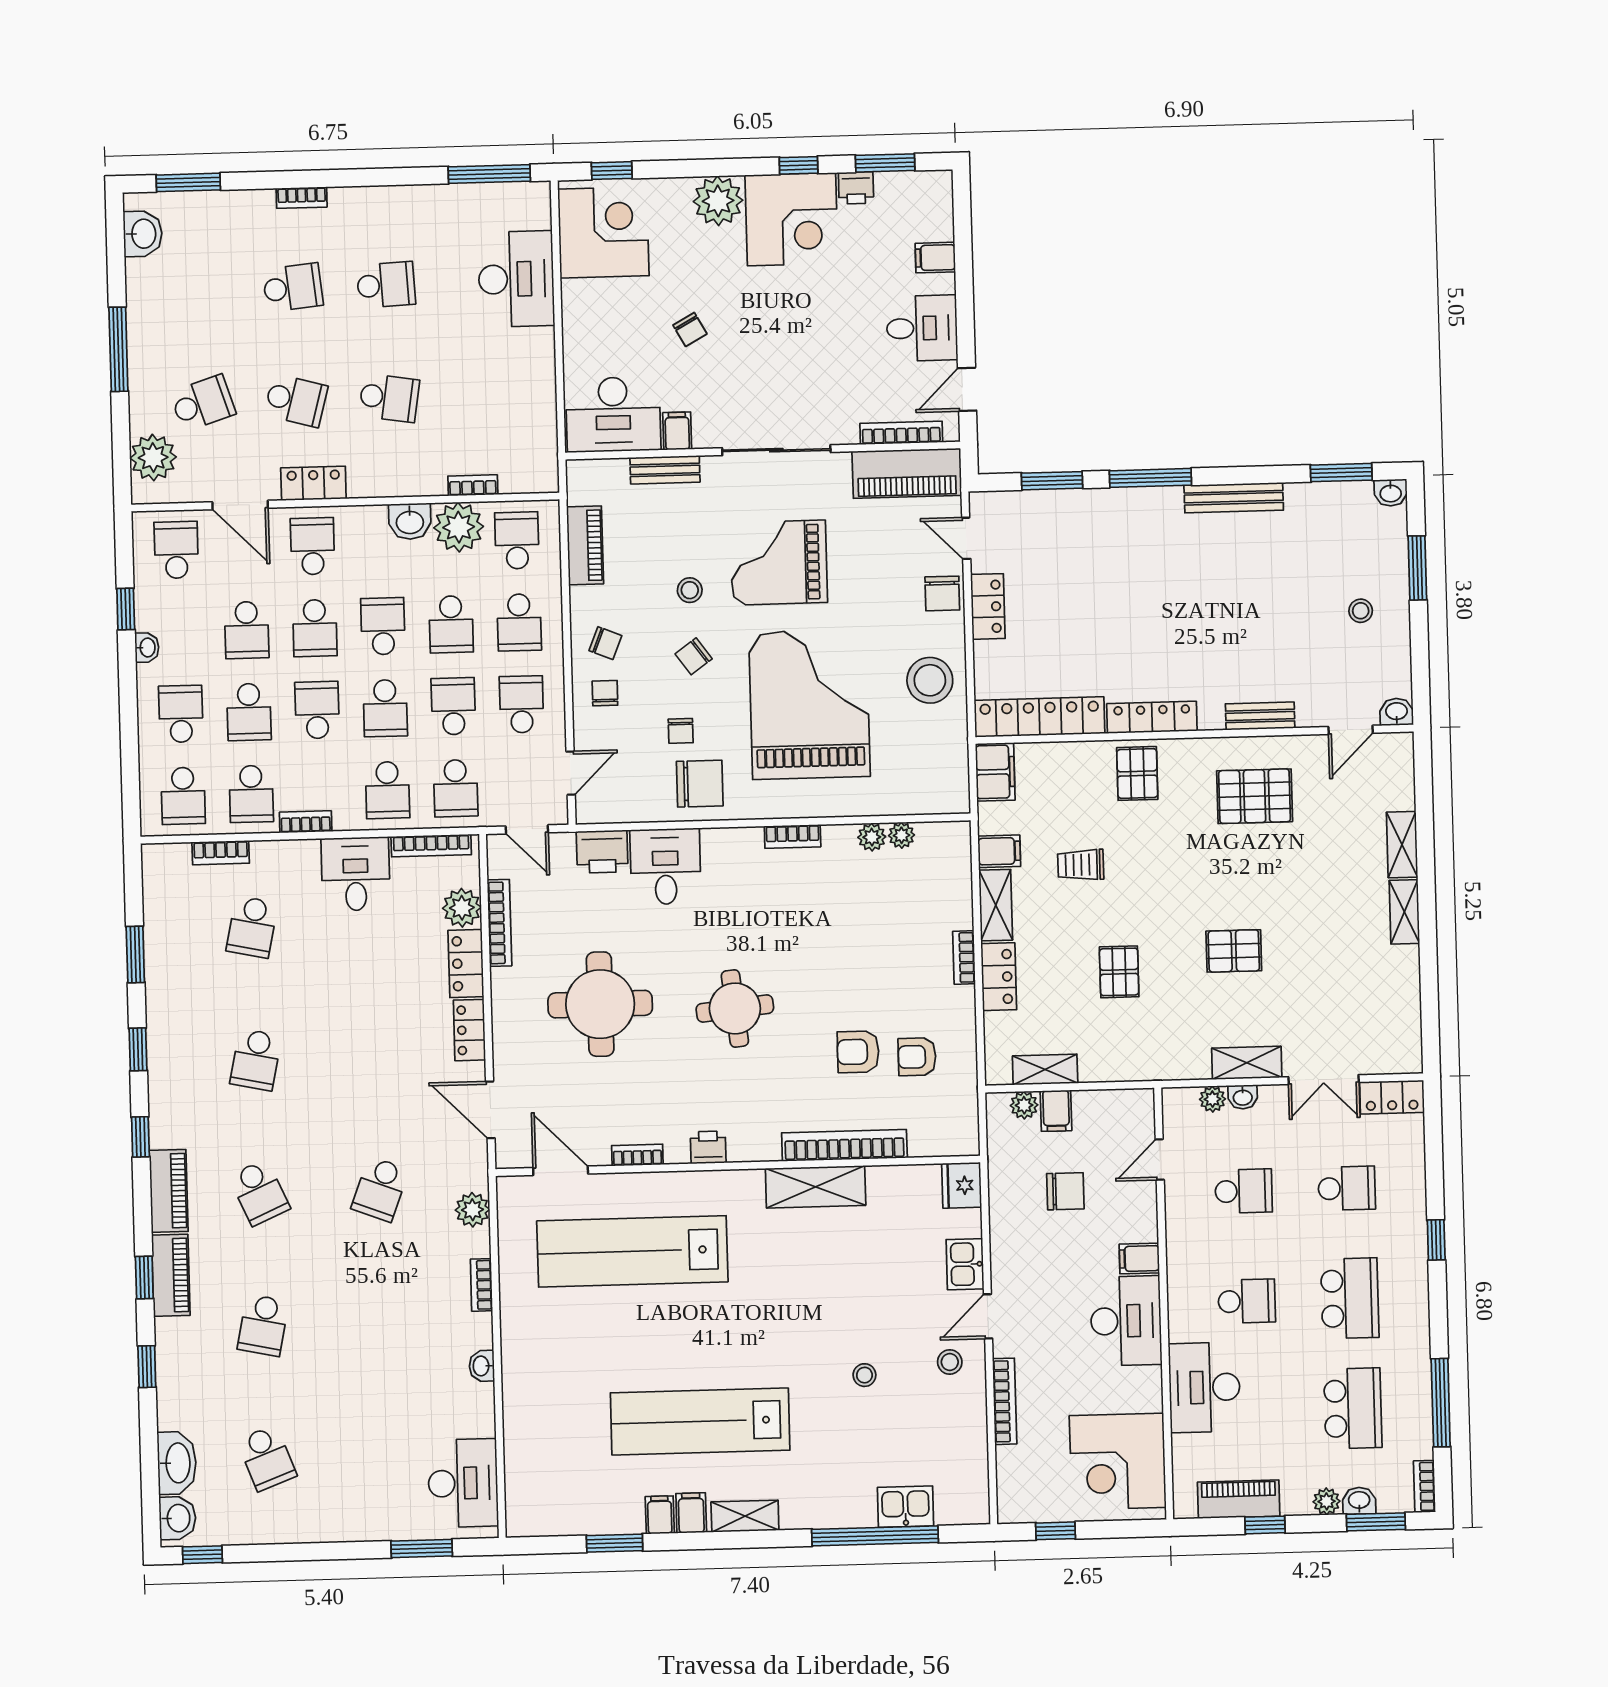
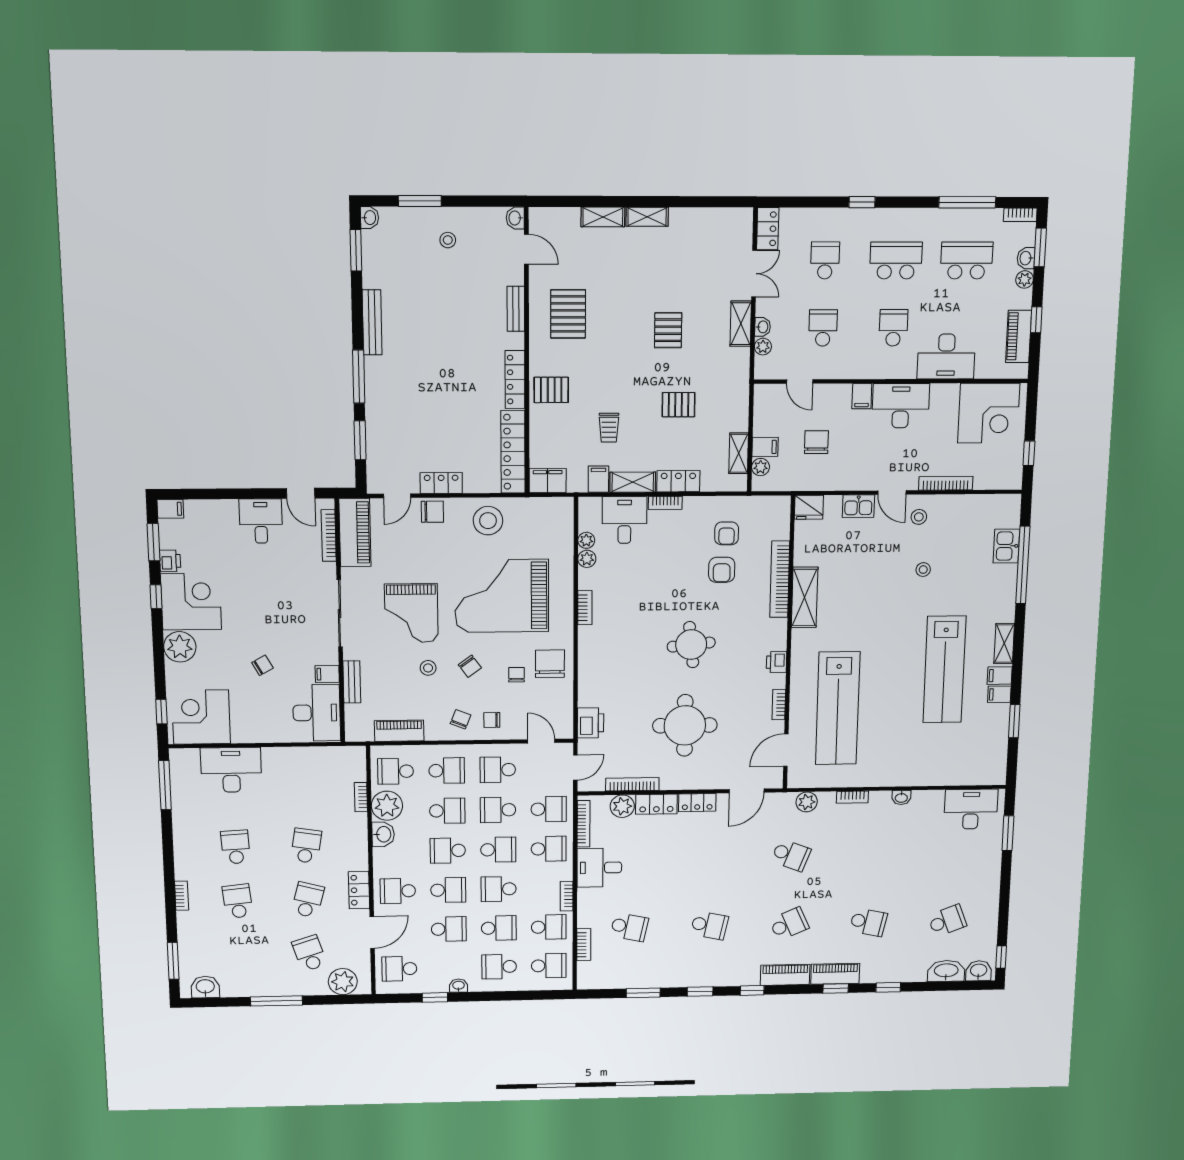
filing cabinet: (935, 258) -> (170, 509), moved, turned -90
chair: (681, 731) -> (517, 675), turned -90
desk: (665, 866) -> (624, 520), moved, turned 90

